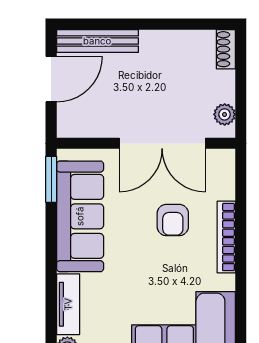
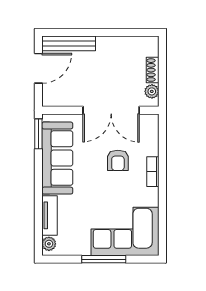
shoe rack: (226, 49) -> (153, 70), moved
bookcase: (226, 237) -> (153, 172), width x0.64

